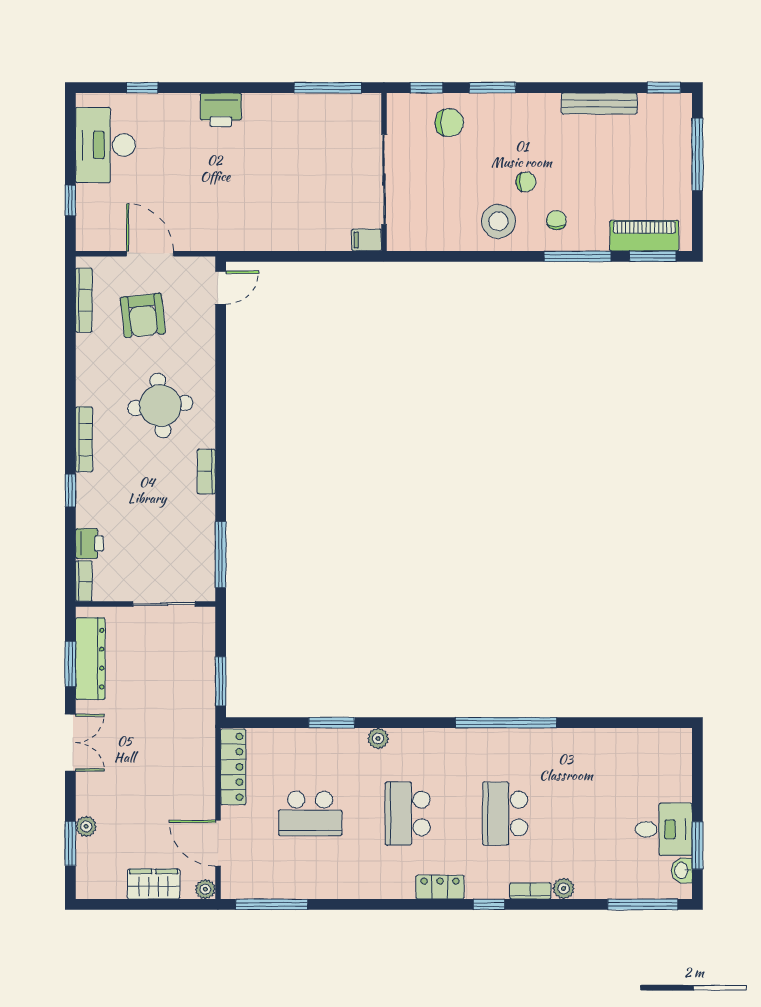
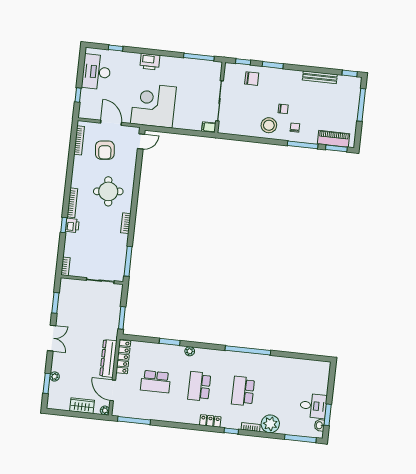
corner desk: (239, 205) -> (153, 105), added
printer: (89, 544) -> (72, 225), moved
dresser: (90, 659) -> (108, 358), moved, turned 180
plant: (564, 888) -> (270, 424), width x1.87, depth x1.87

